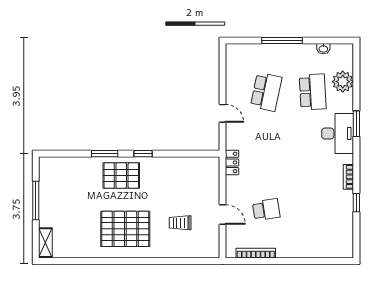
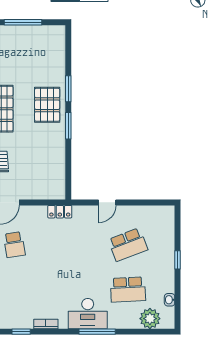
window: (282, 40) -> (178, 260), width x0.46
plant: (343, 82) -> (150, 319), moved
school desk: (266, 92) -> (128, 245), turned -33
window: (356, 124) -> (97, 332), width x1.44
window: (143, 154) -> (68, 126), width x1.50

